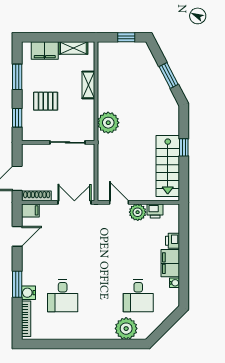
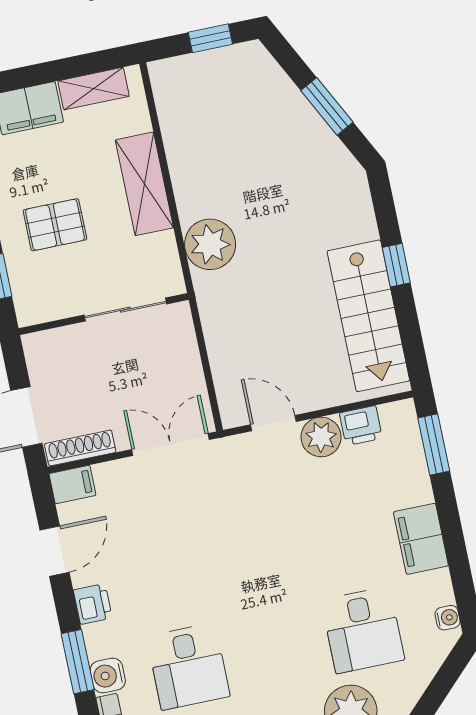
shelving: (88, 85) -> (144, 184), width x1.50, depth x1.33
window: (184, 225) -> (434, 445), added
printer: (172, 241) -> (93, 604), moved, turned 180
water cooler: (174, 283) -> (448, 618), moved

